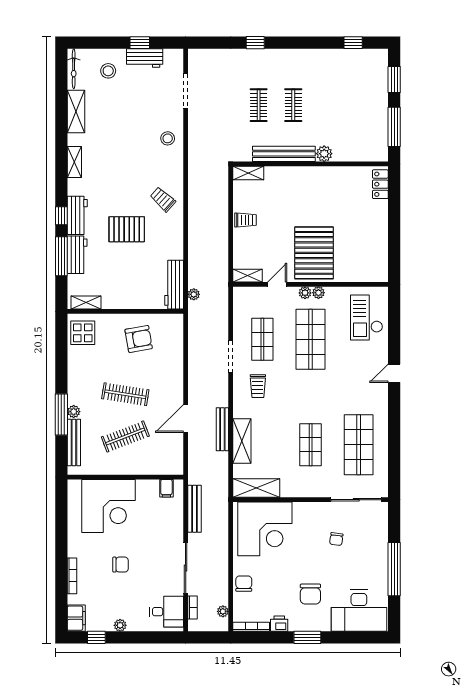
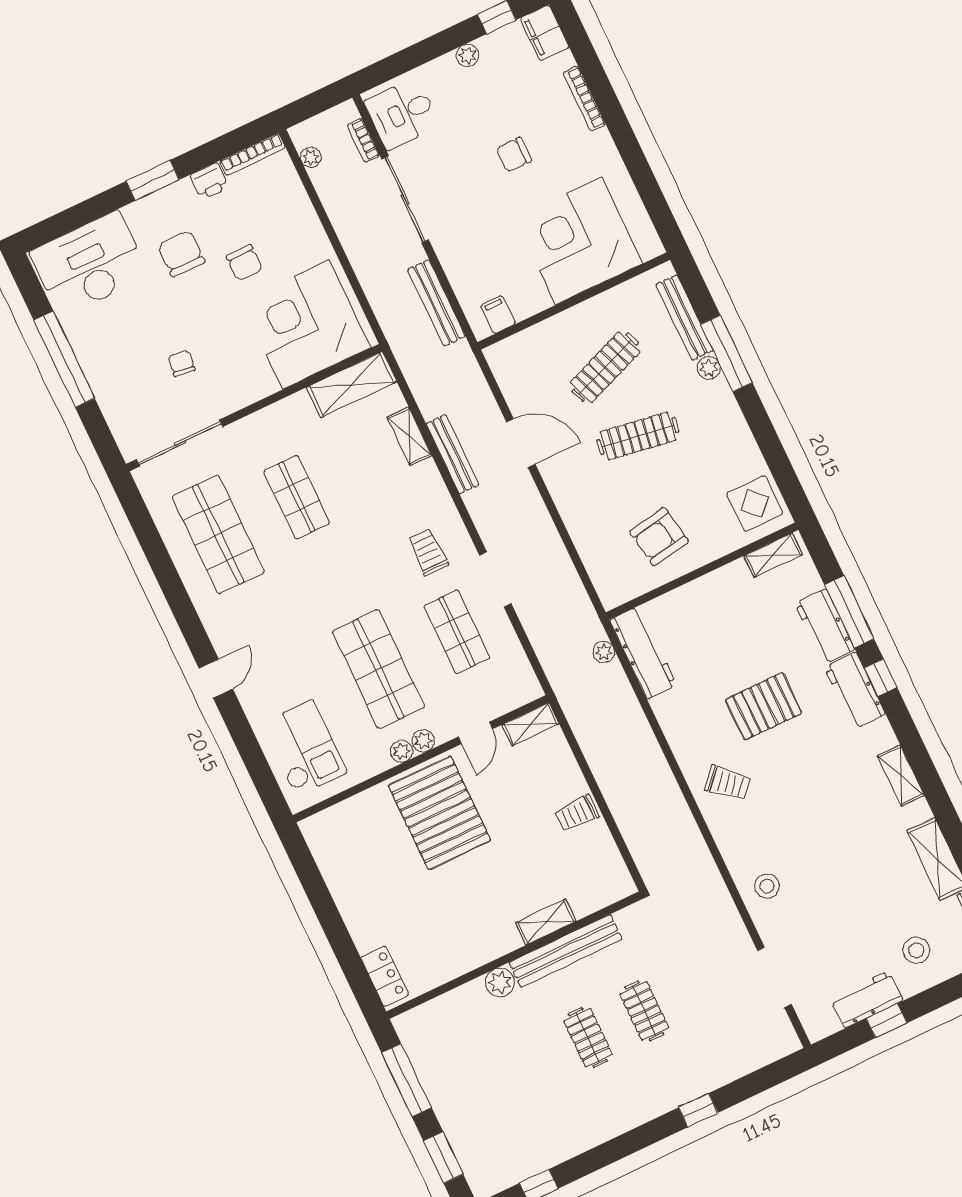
shelving: (248, 173) -> (546, 922), moved
door: (186, 419) -> (521, 443), hinge flipped
shelving: (242, 441) -> (409, 436), width x0.67, depth x0.75
chair: (244, 584) -> (244, 263), moved

